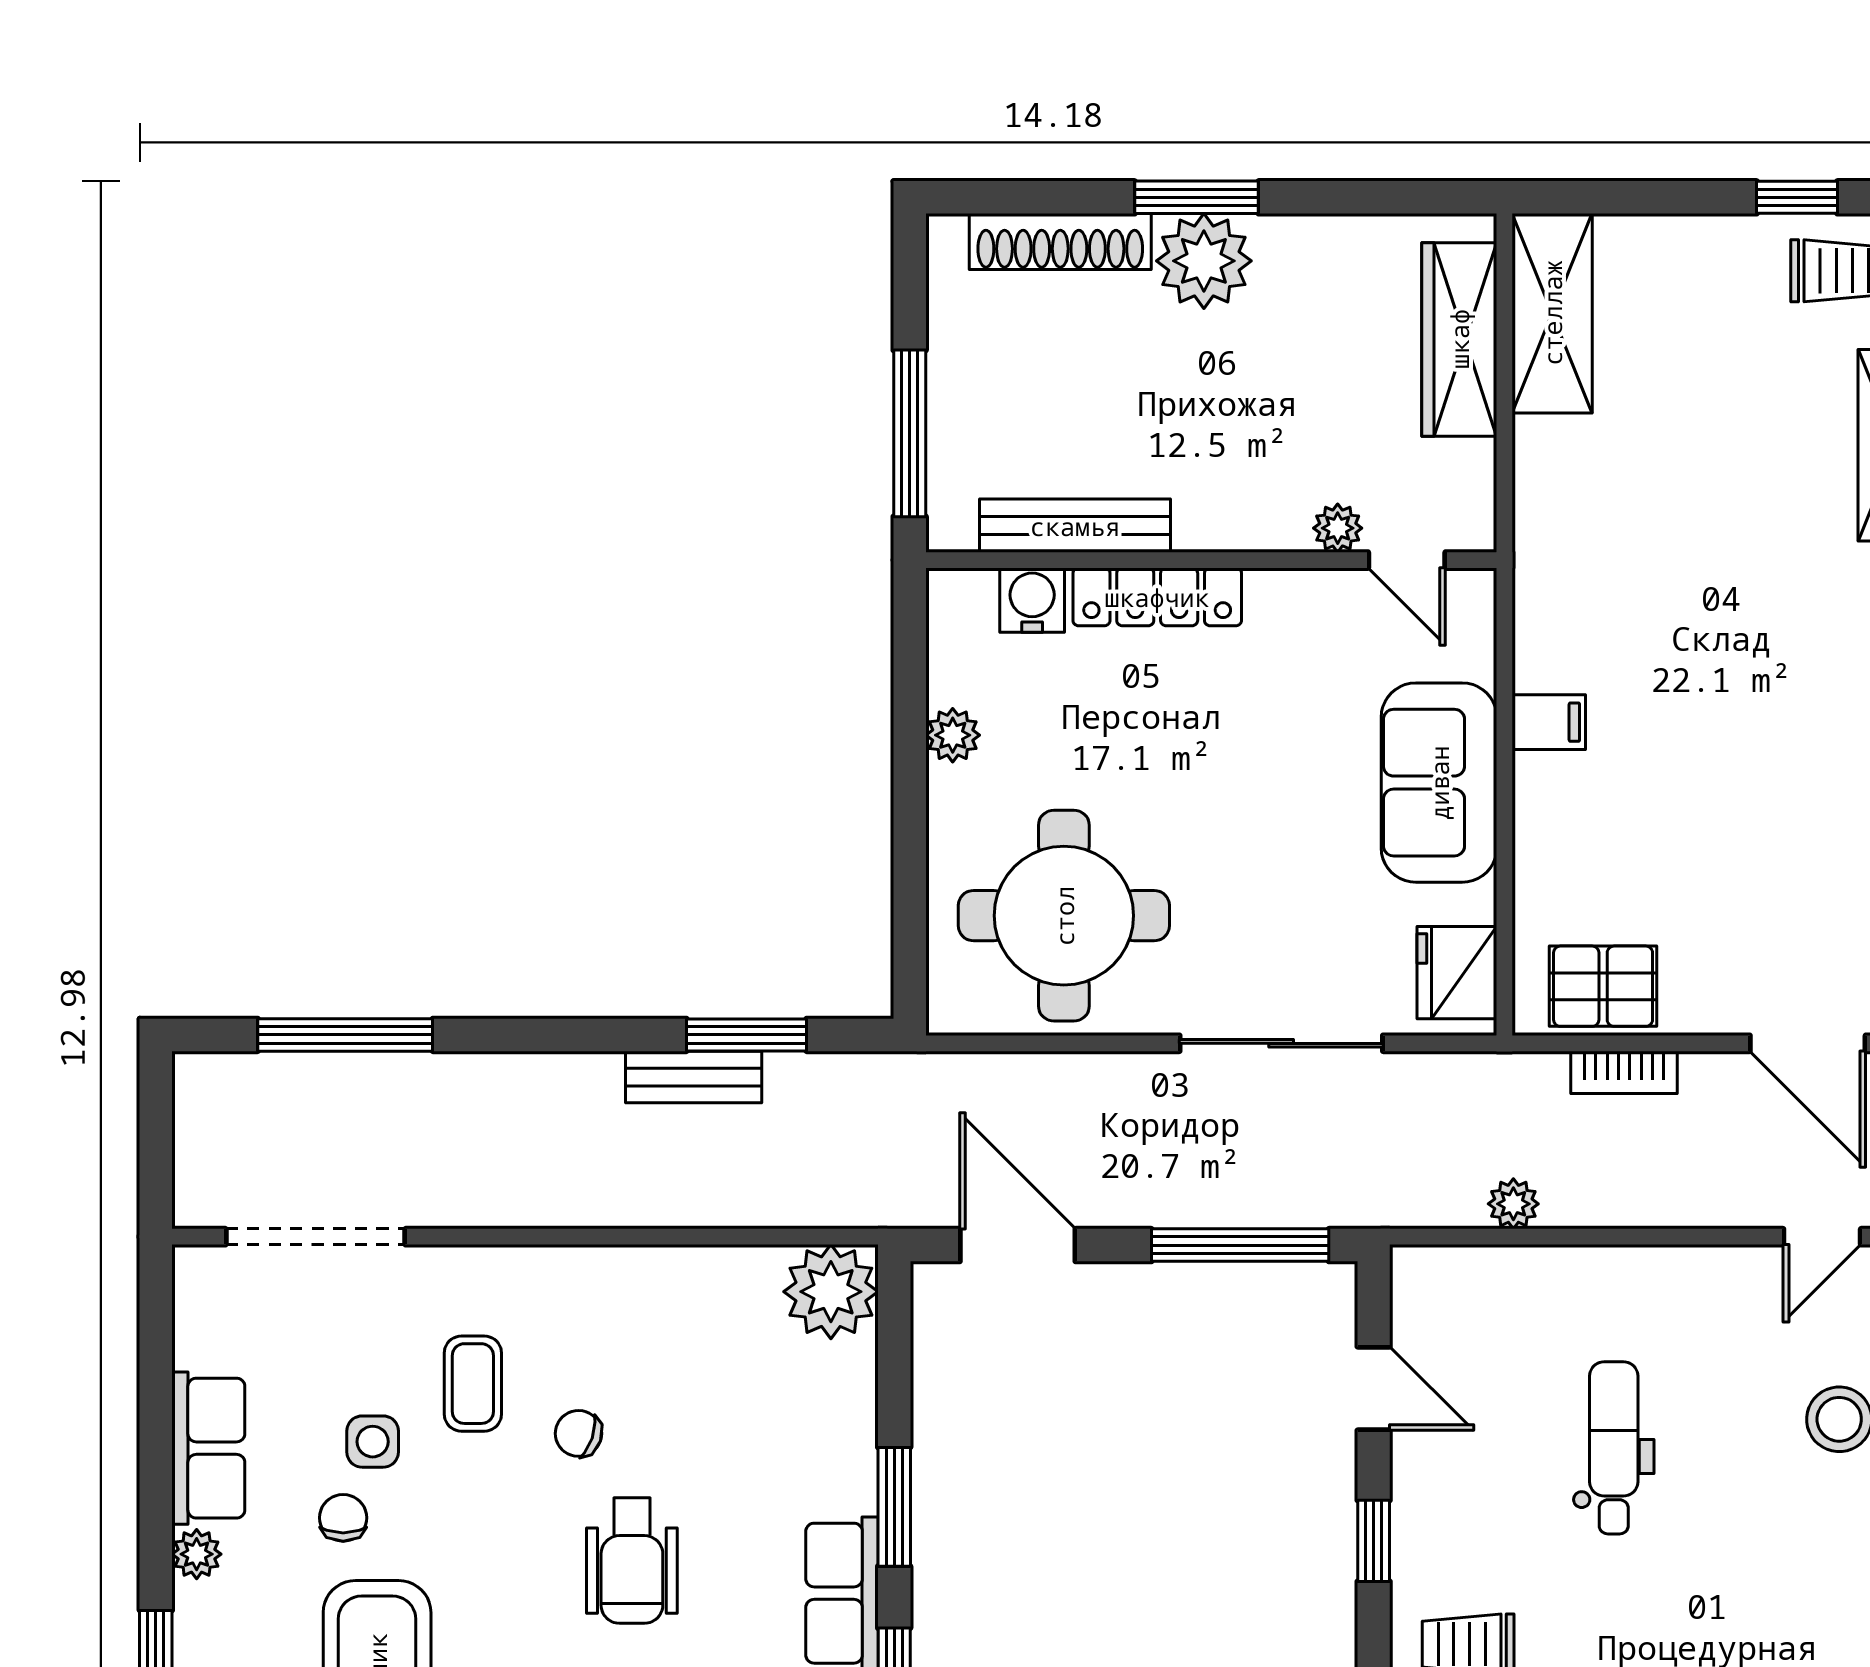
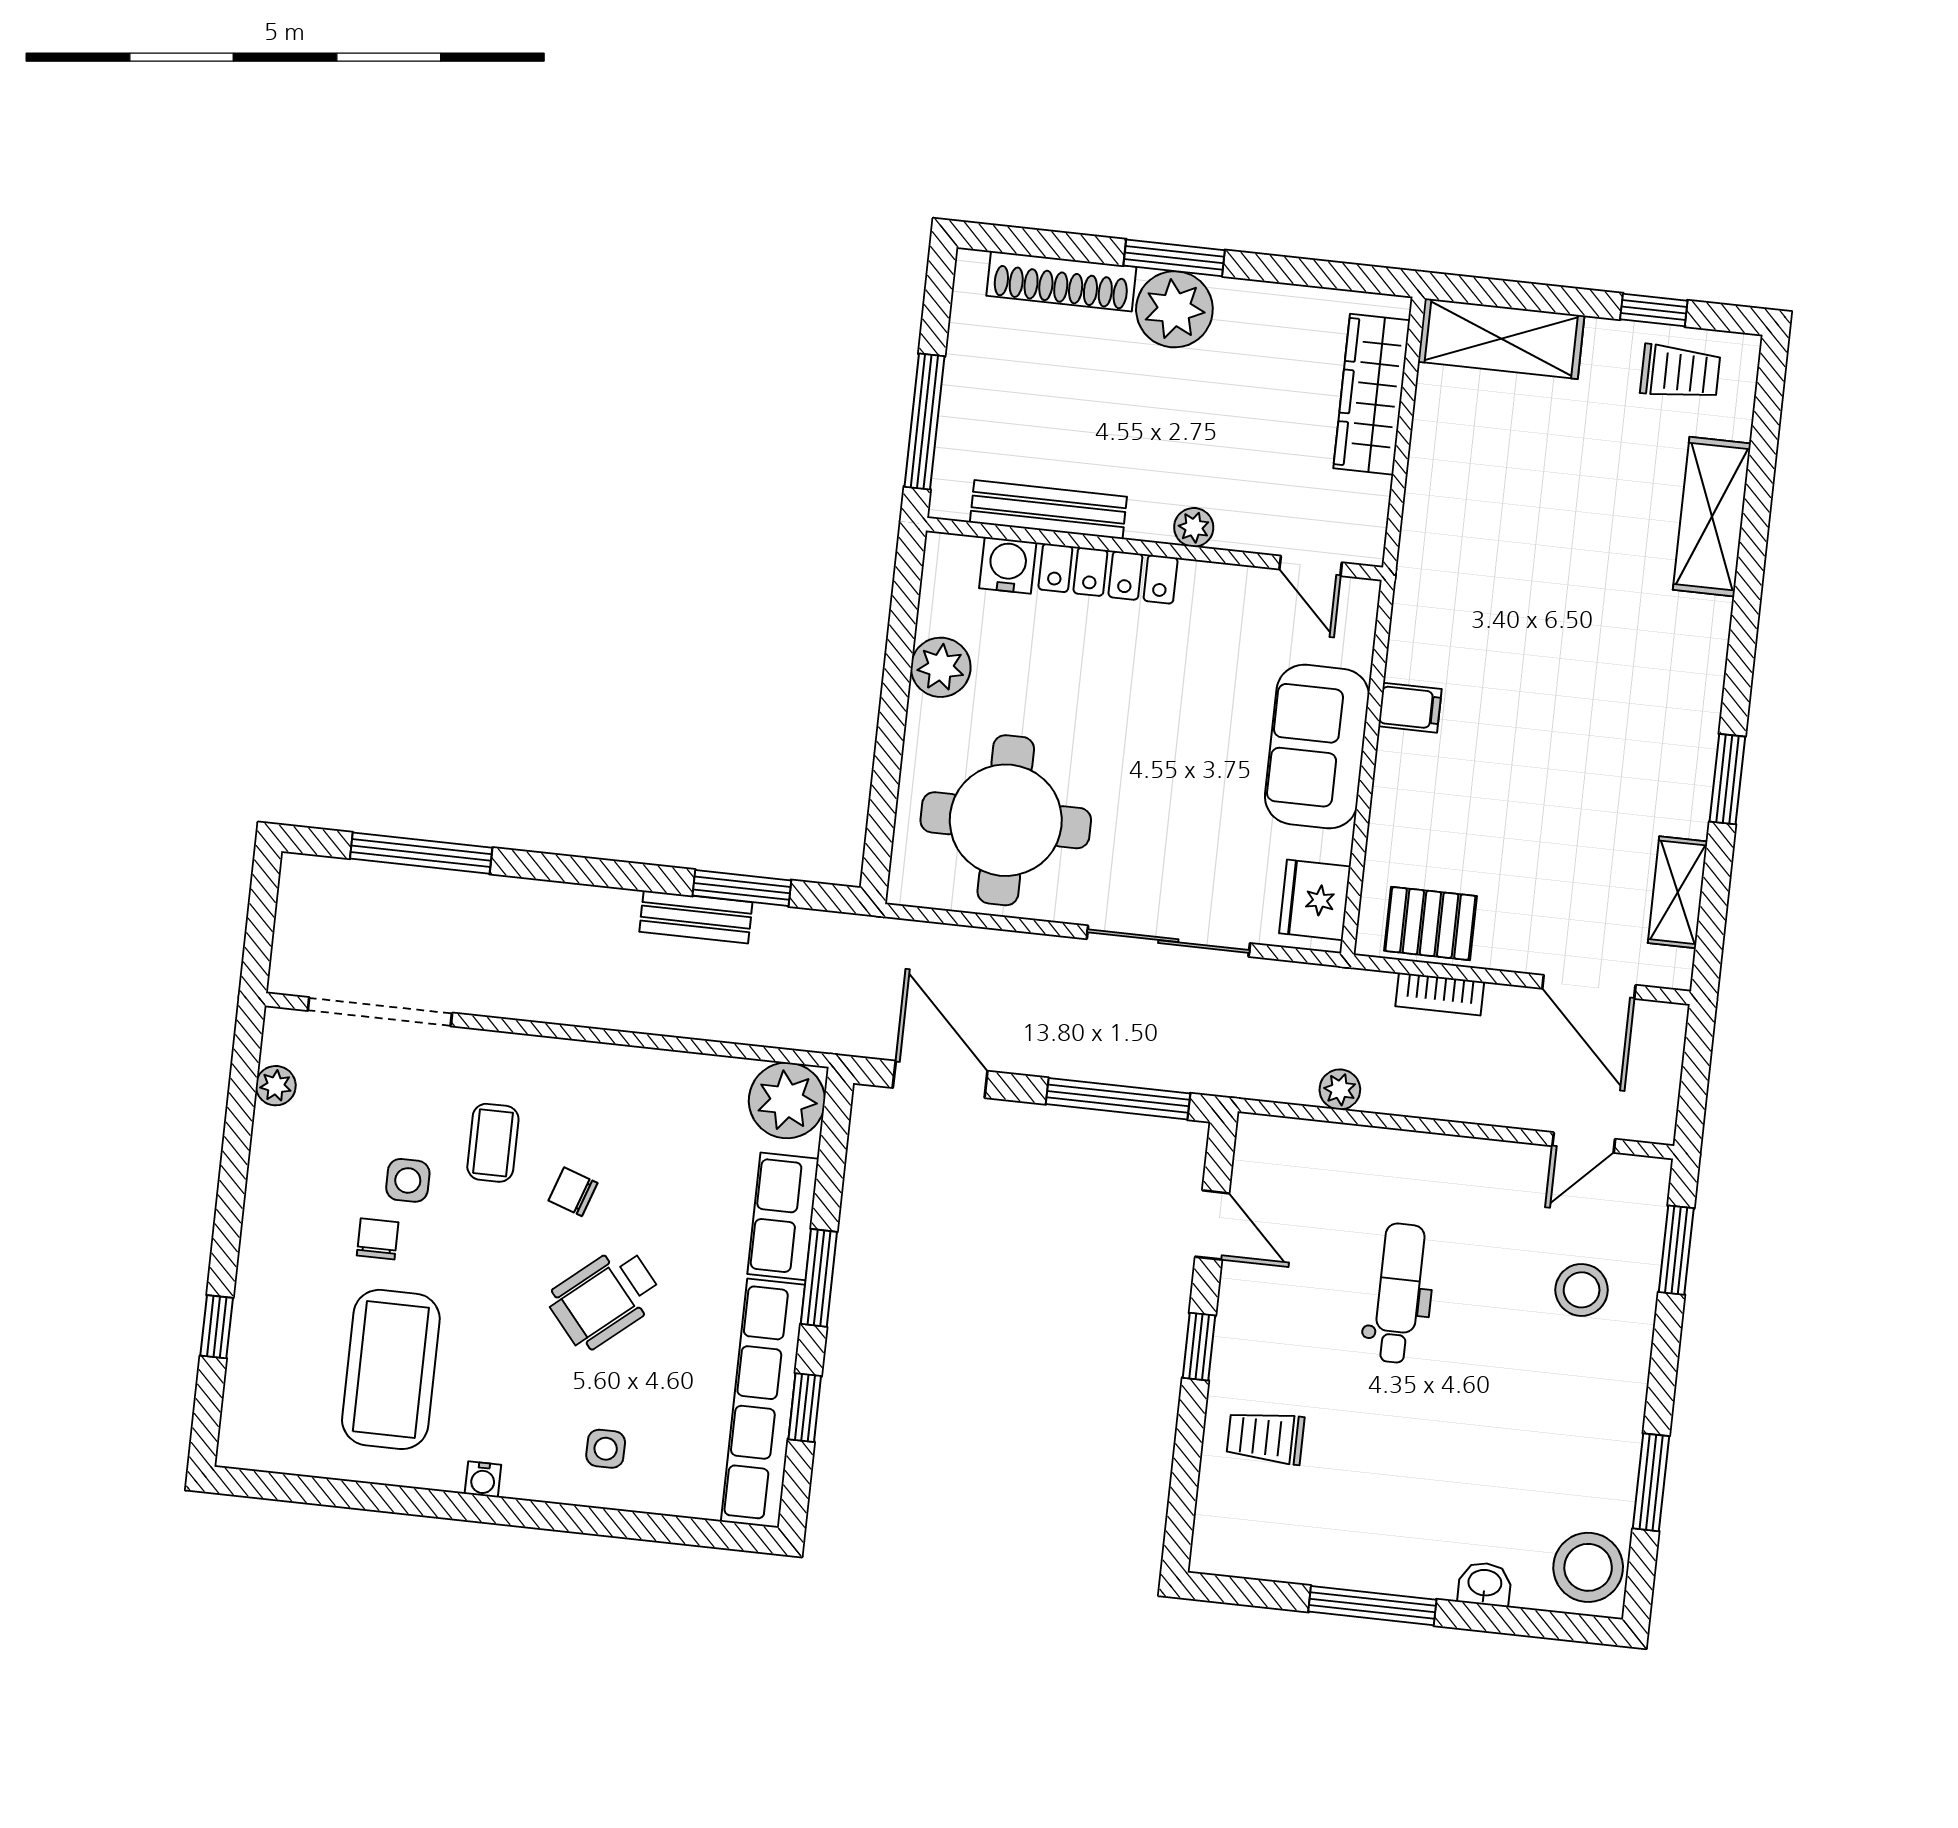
shelving: (1552, 313) -> (1501, 339), moved, turned 90
plant: (1338, 528) -> (1194, 527), moved
plant: (953, 735) -> (941, 667), width x1.38, depth x1.38
row of seats: (208, 1448) -> (783, 1216), moved, turned 180
plant: (197, 1554) -> (276, 1086), moved
wheelchair: (632, 1561) -> (605, 1298), turned 50

